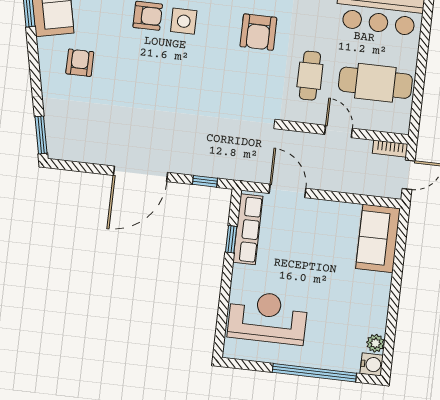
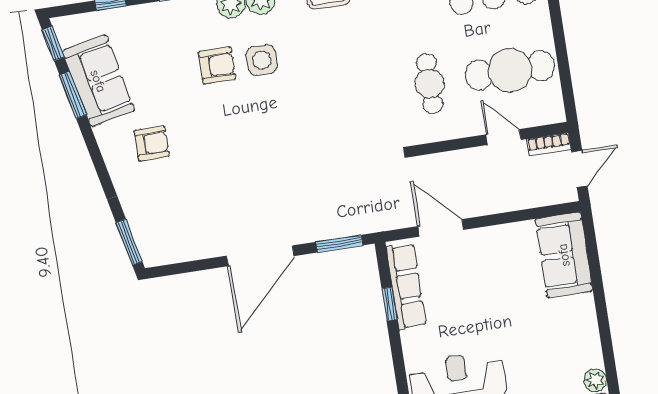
armchair: (258, 32) -> (354, 49), removed
armchair: (80, 63) -> (152, 144), turned 90
door: (339, 131) -> (503, 137), moved
window: (205, 181) -> (339, 244), width x1.50

